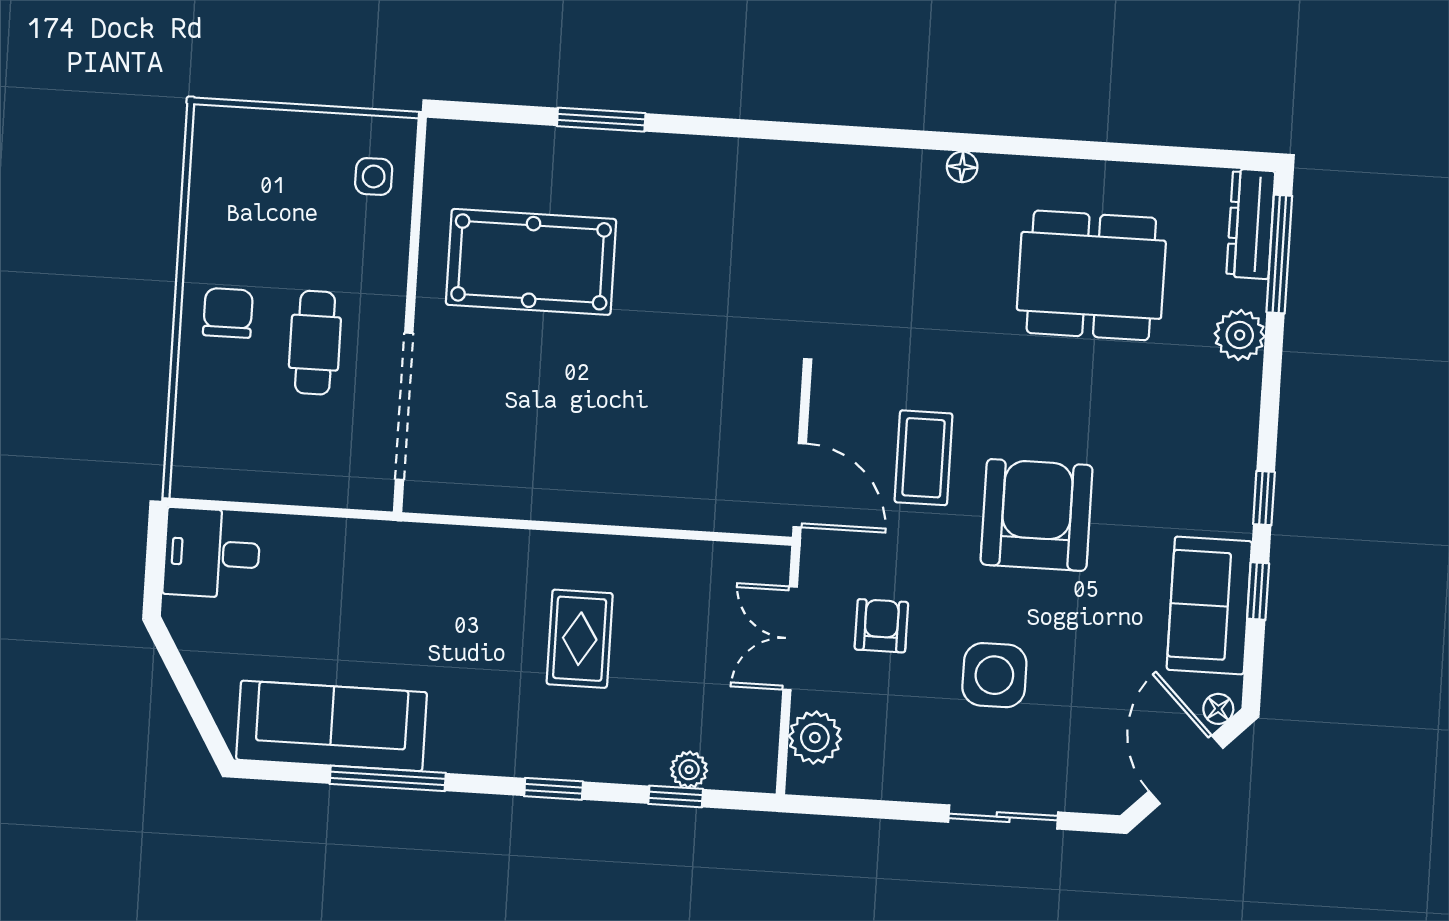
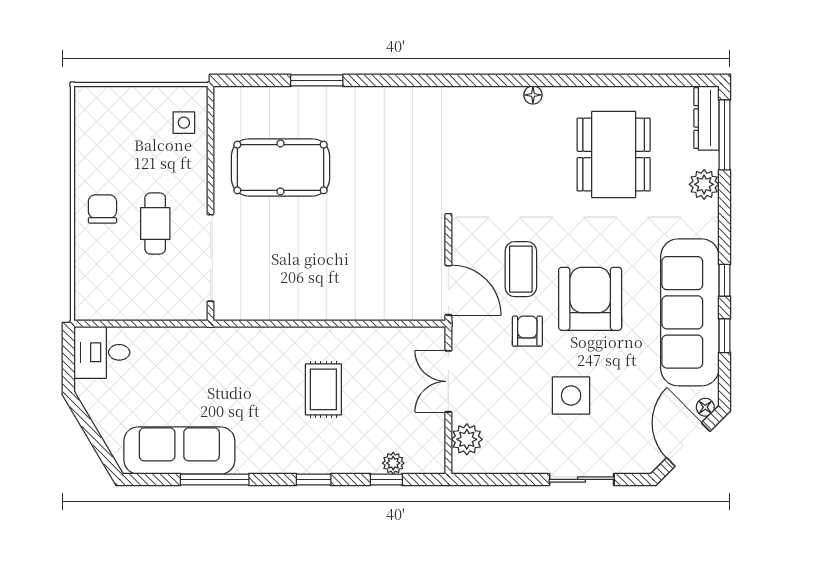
dining table: (1091, 275) -> (614, 155), turned 90
sofa: (1209, 605) -> (690, 312), width x1.85, depth x1.27
armchair: (881, 626) -> (527, 331), moved

